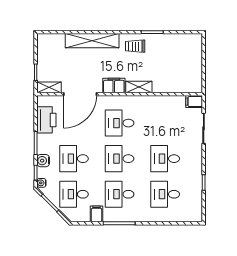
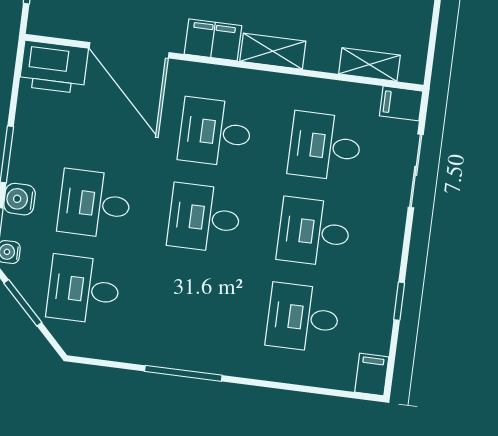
shelving: (49, 87) -> (369, 65), moved
door: (80, 94) -> (129, 50), hinge flipped
printer: (46, 120) -> (54, 67), moved, turned 90
desk: (120, 194) -> (325, 146), moved
filing cabinet: (96, 214) -> (372, 374), moved

